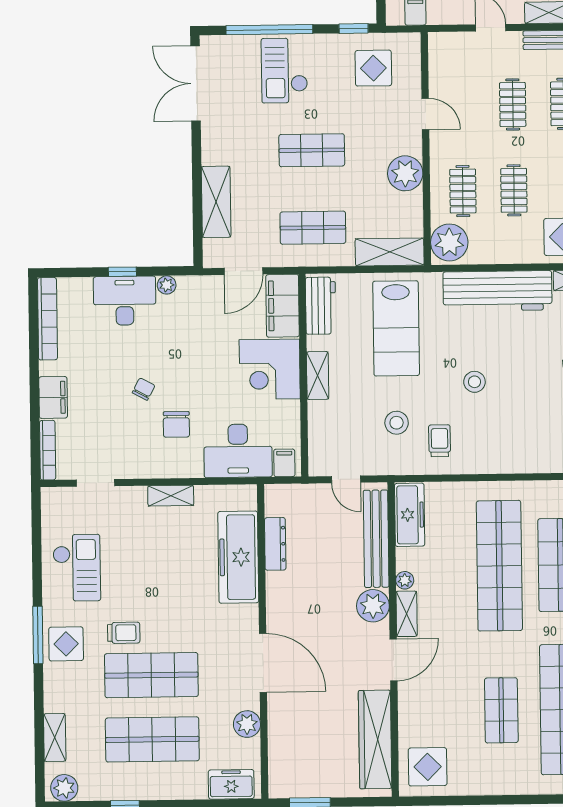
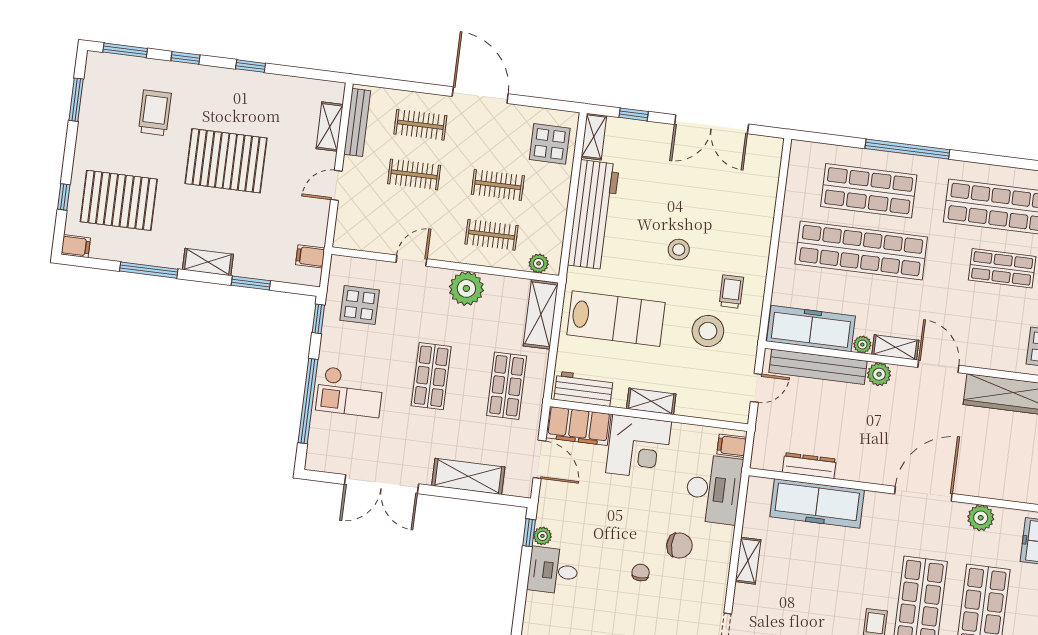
double door: (196, 83) -> (382, 484), moved
plant: (449, 242) -> (539, 263), width x0.53, depth x0.53
window: (122, 272) -> (529, 533), moved
desk: (125, 301) -> (553, 571), width x0.73
chair: (144, 389) -> (641, 573), turned 62
stool: (397, 423) -> (708, 331), width x1.38, depth x1.38
trolley: (440, 441) -> (731, 292), turned 90
freezer: (410, 515) -> (811, 329), width x1.36, depth x1.26
plant: (373, 606) -> (879, 374), width x0.73, depth x0.73

